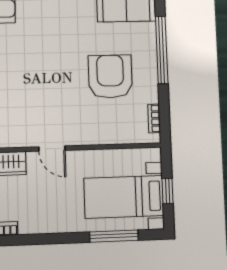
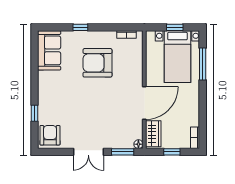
window: (162, 50) -> (80, 27), width x0.32
door: (52, 149) -> (144, 103), width x1.88

